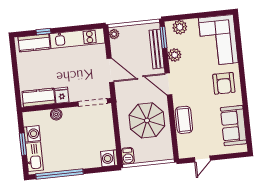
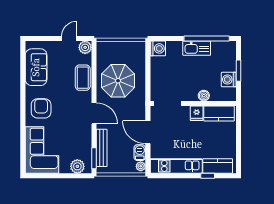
plant: (175, 55) -> (85, 47), moved
barbecue: (128, 156) -> (140, 153), moved
kitchen sink: (34, 157) -> (197, 48), moved, turned -90

